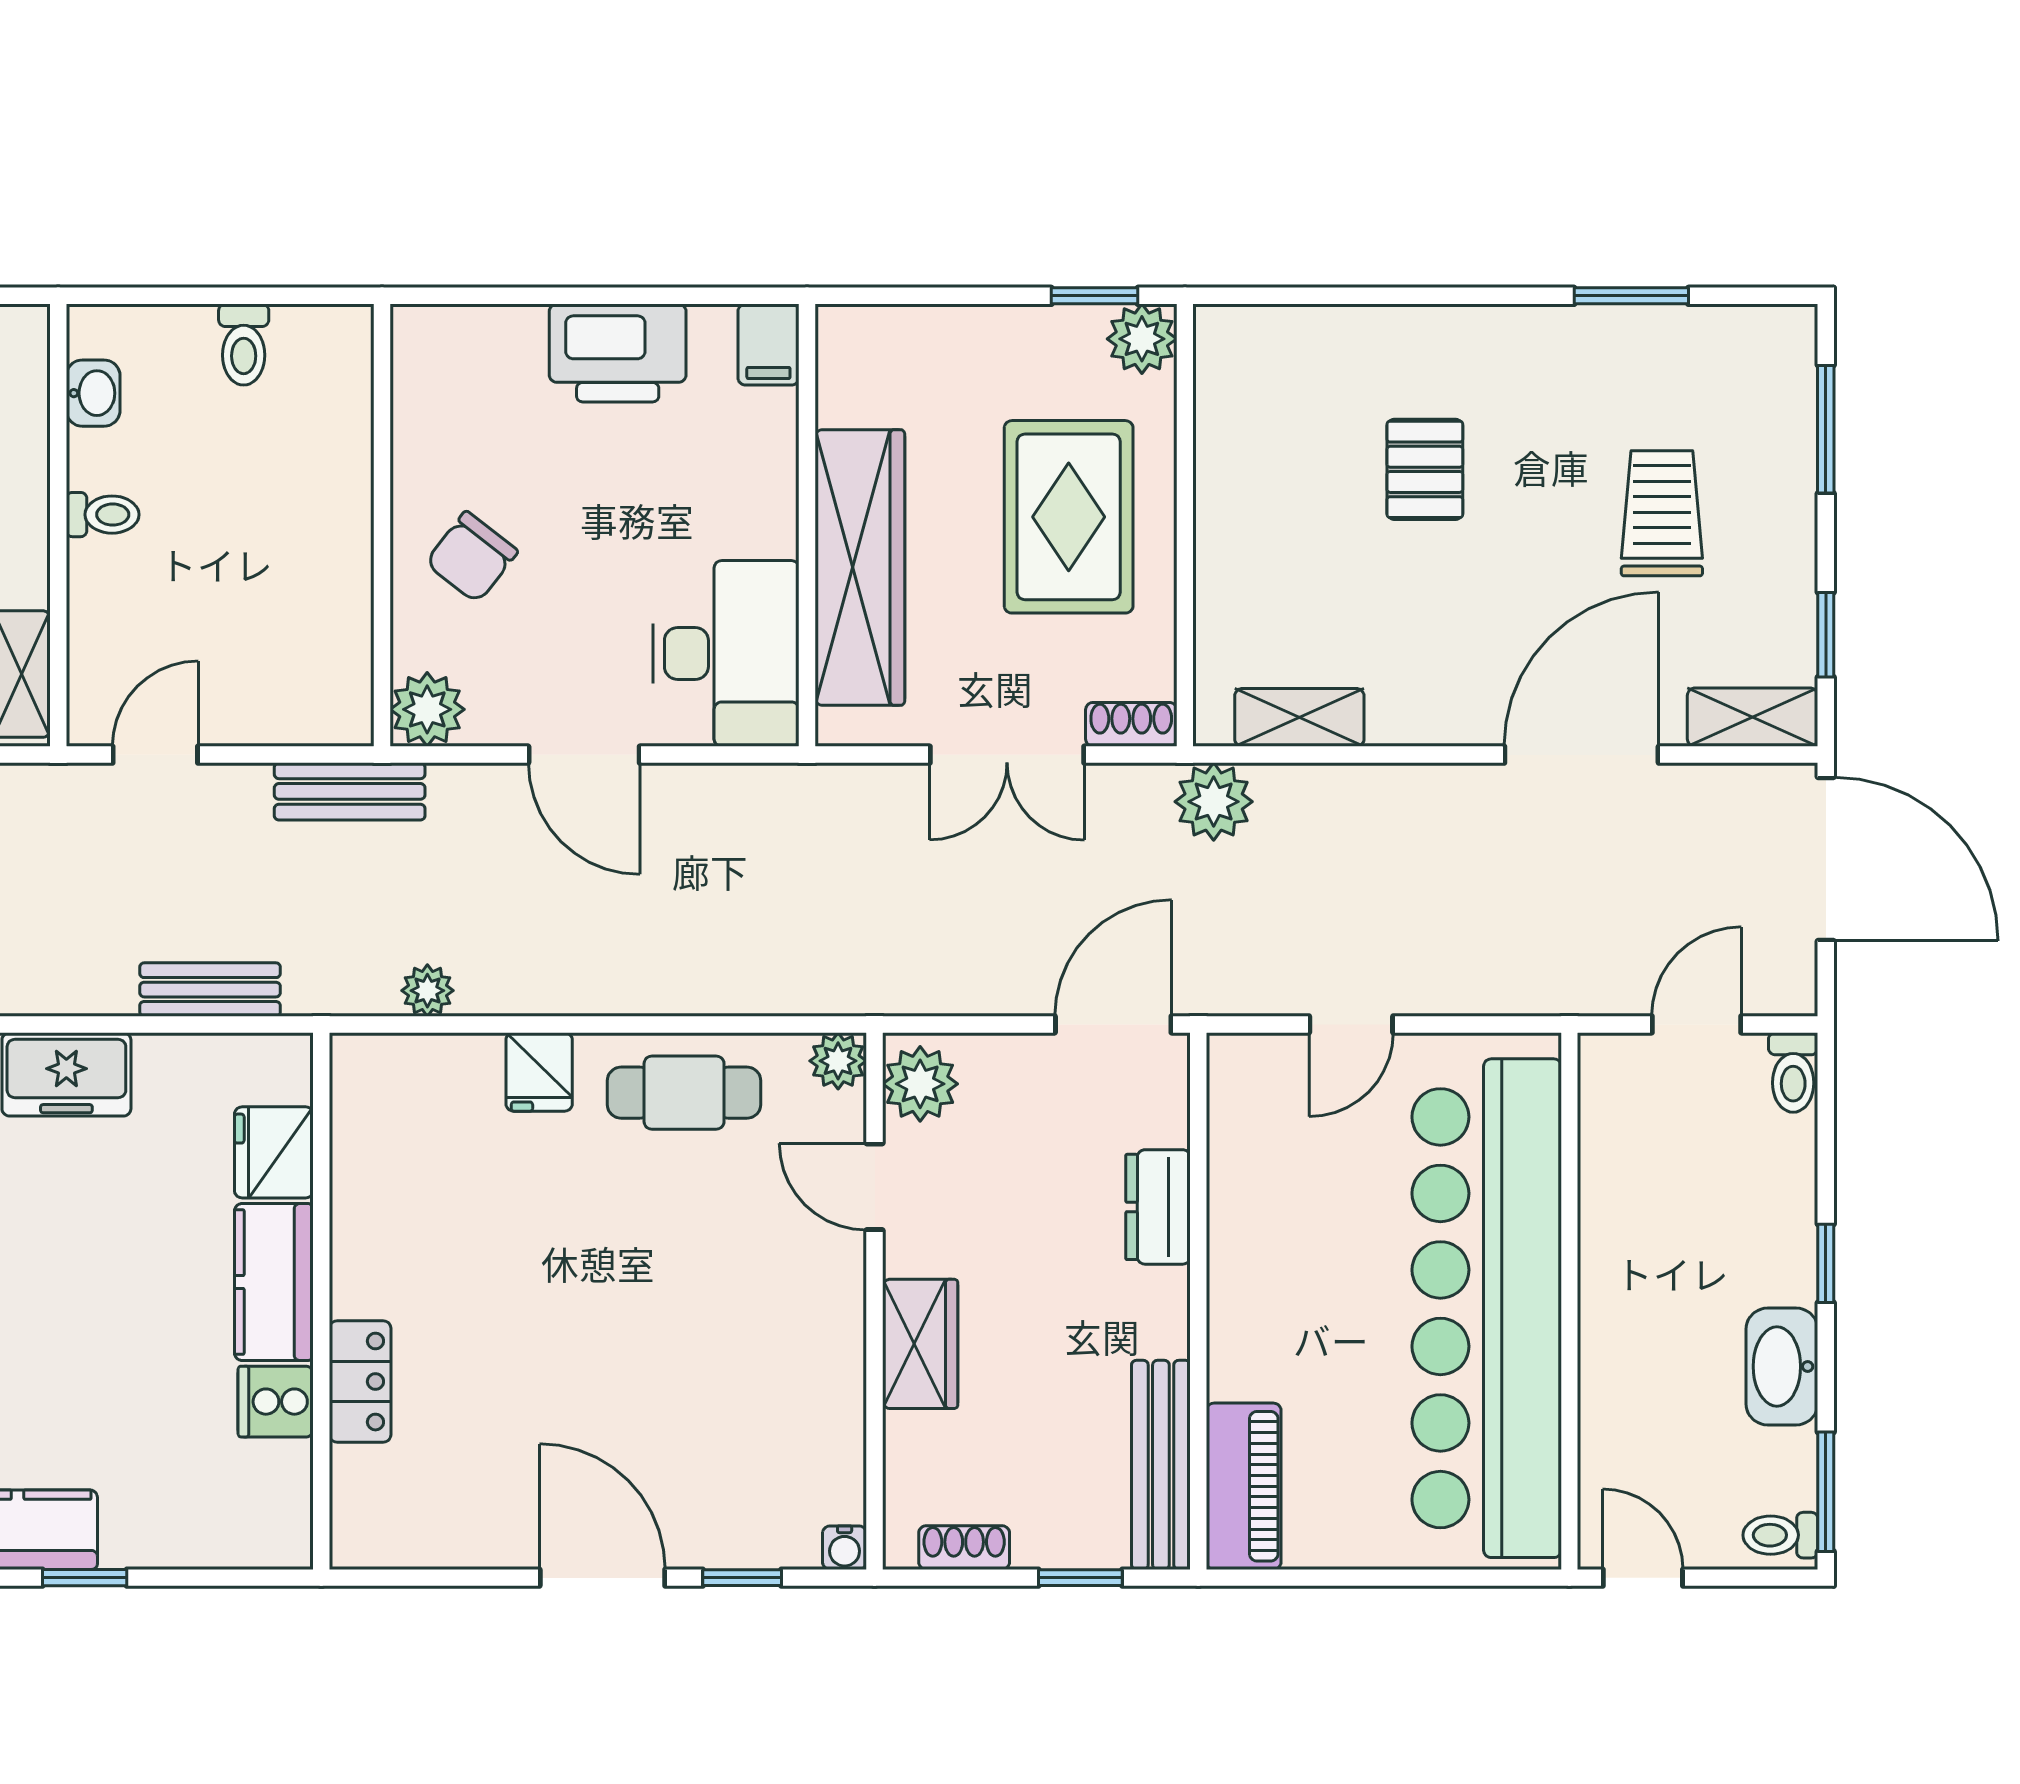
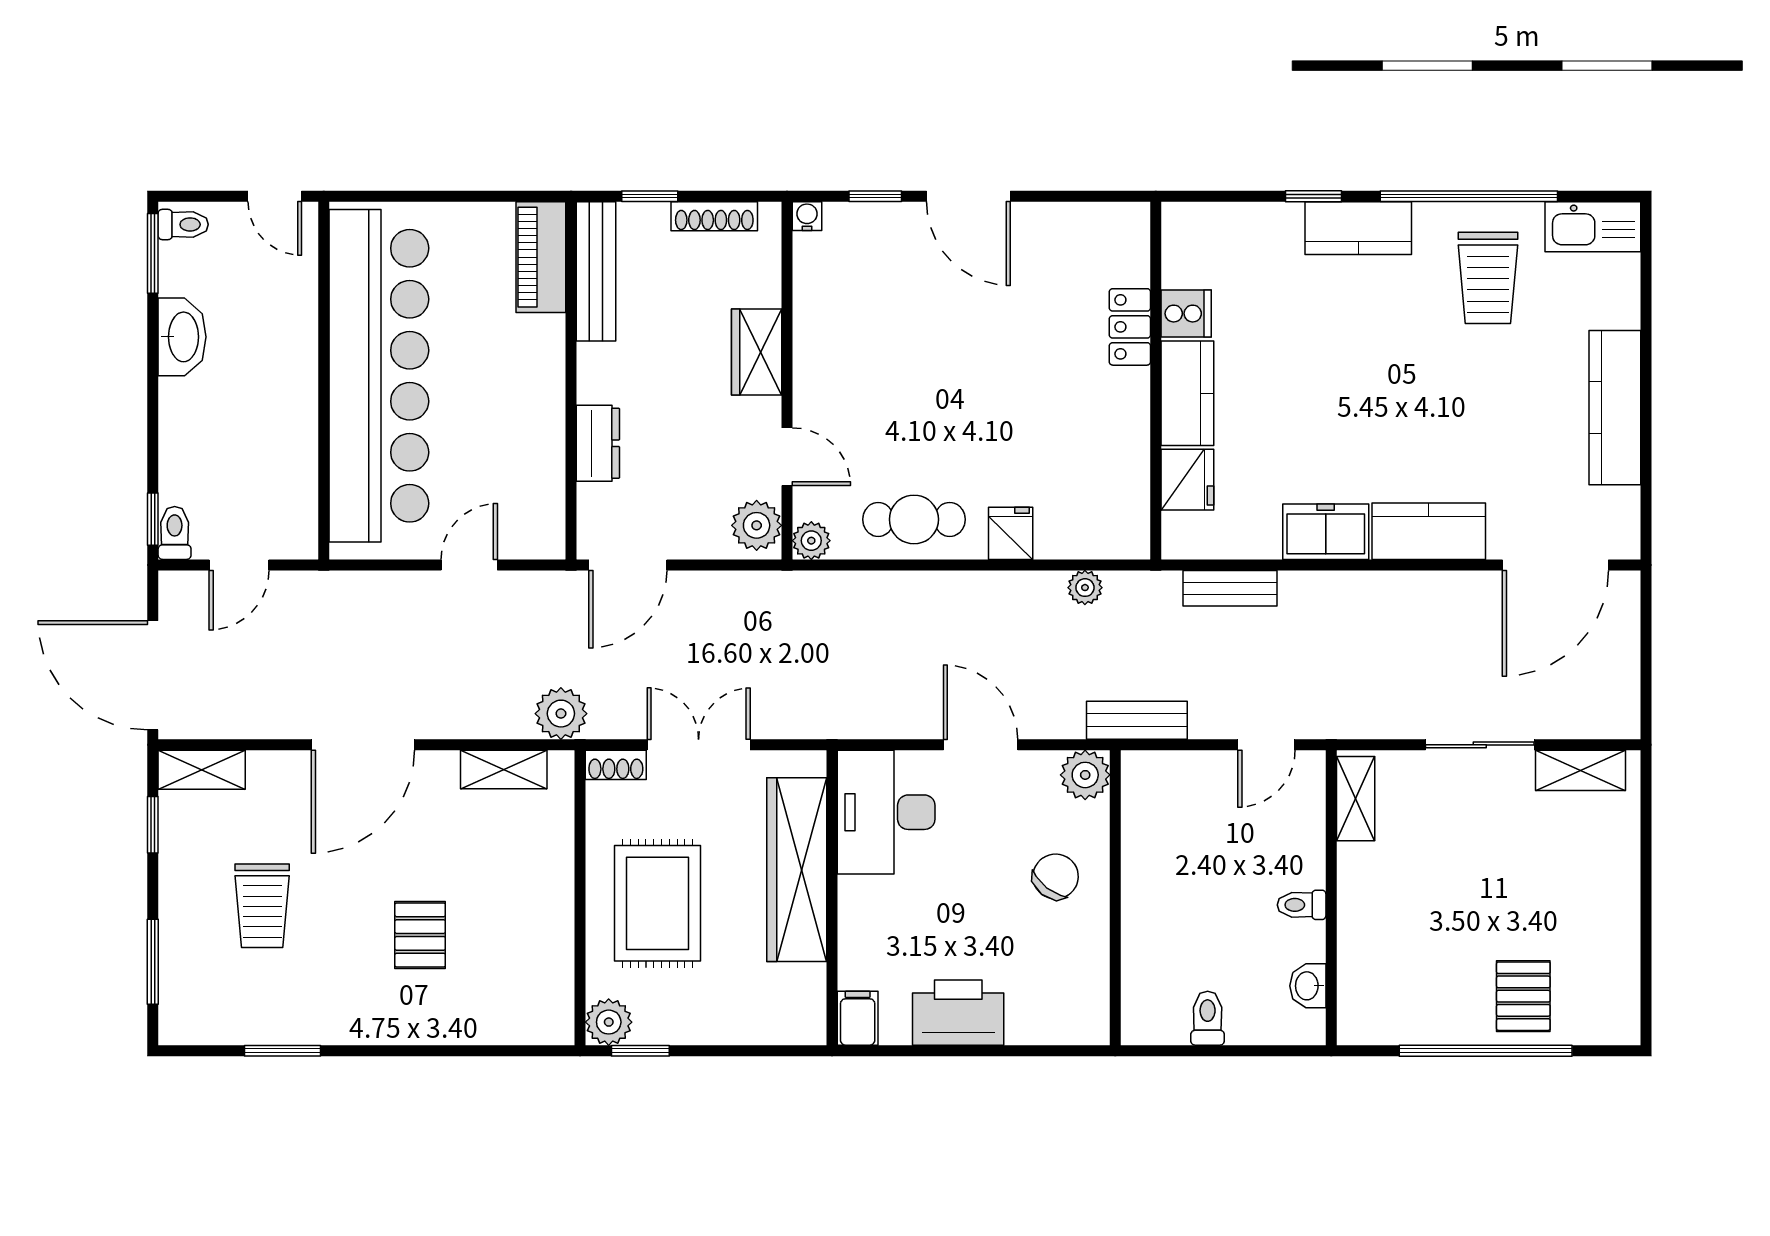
door: (1581, 755) -> (363, 745), moved
window: (1826, 1263) -> (153, 519), moved
shoe rack: (964, 1548) -> (714, 216), width x1.43

